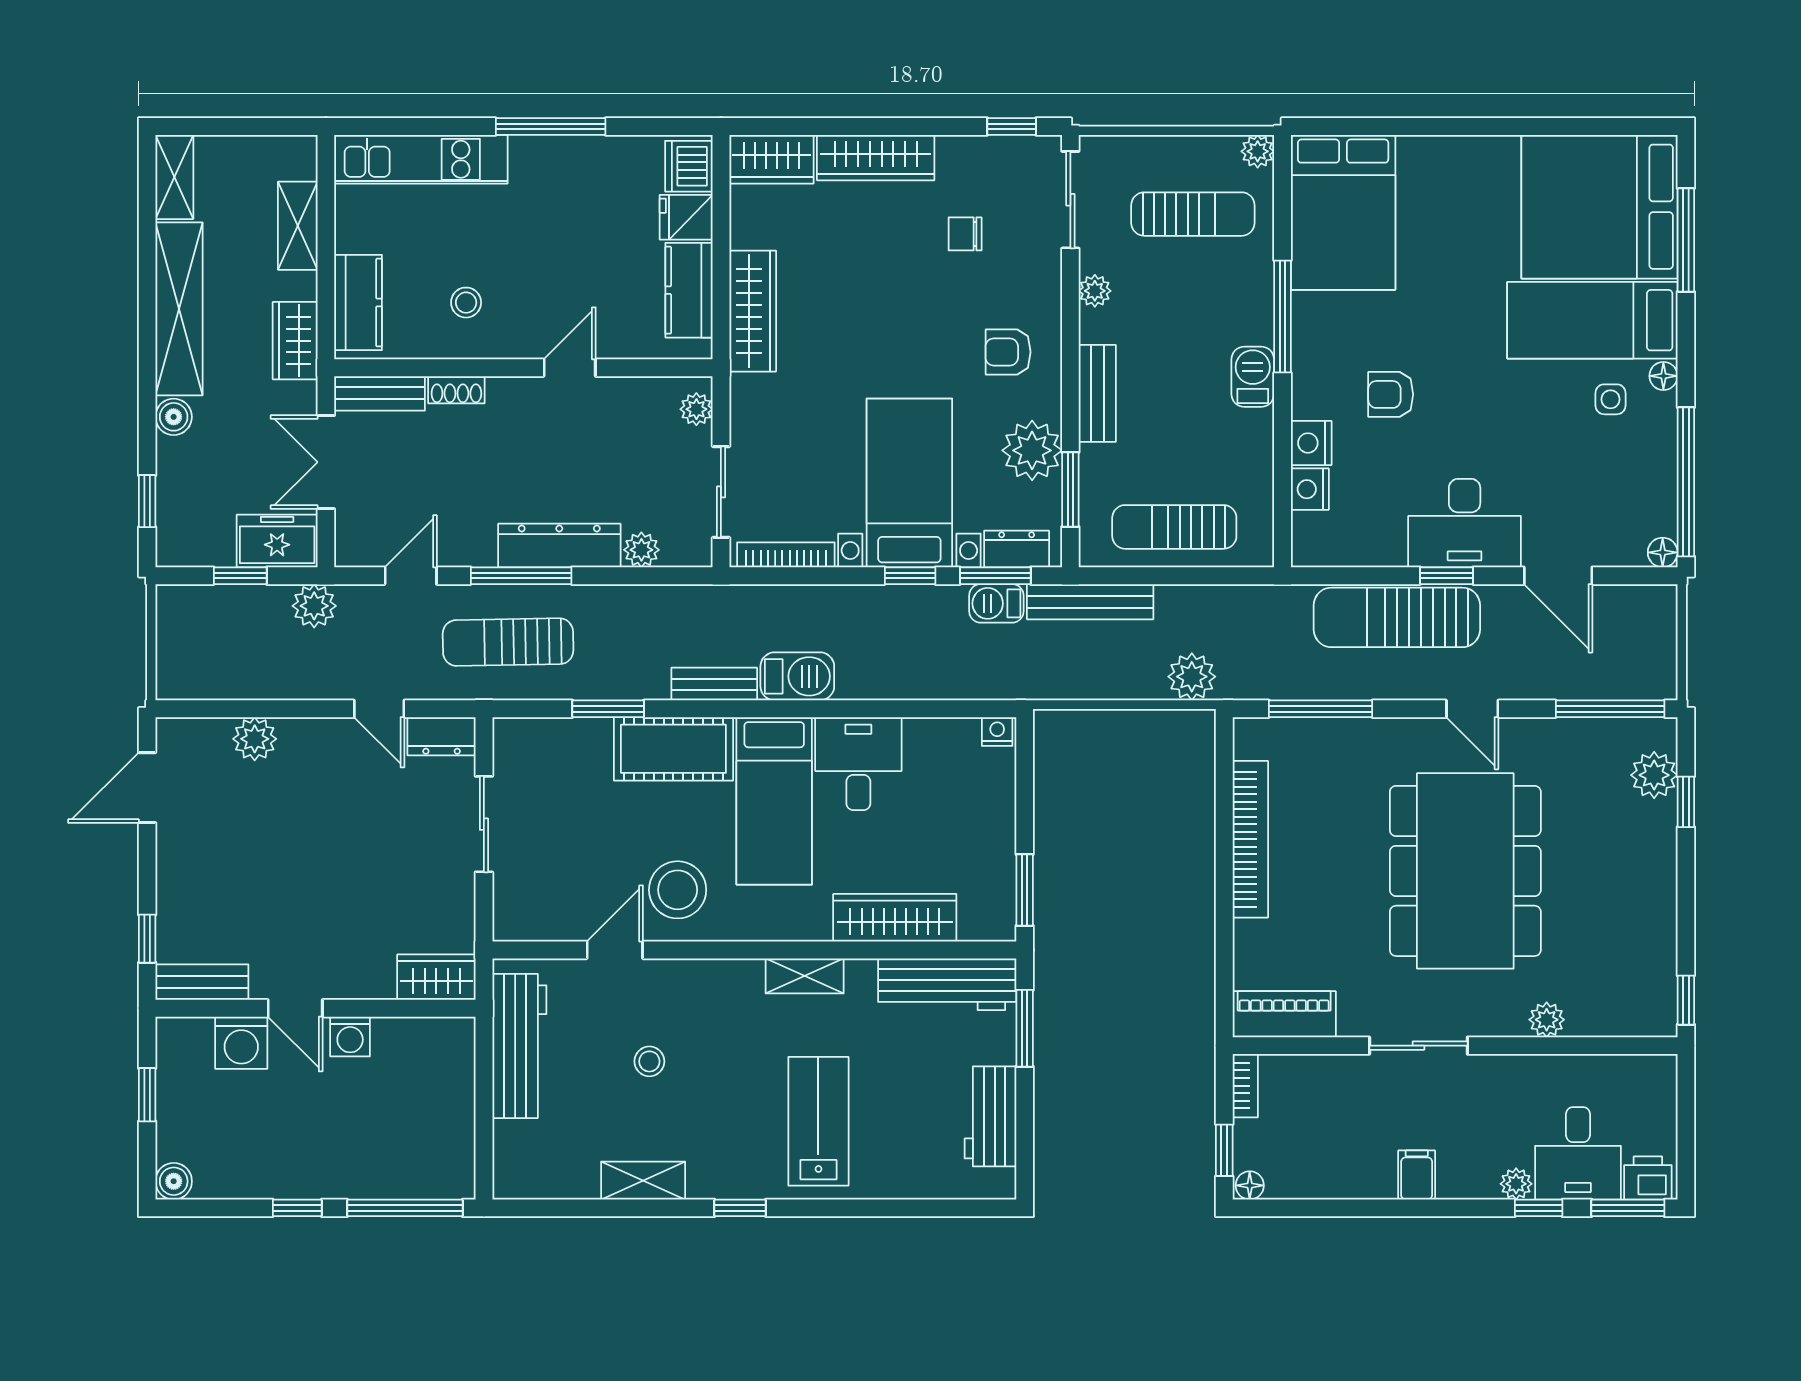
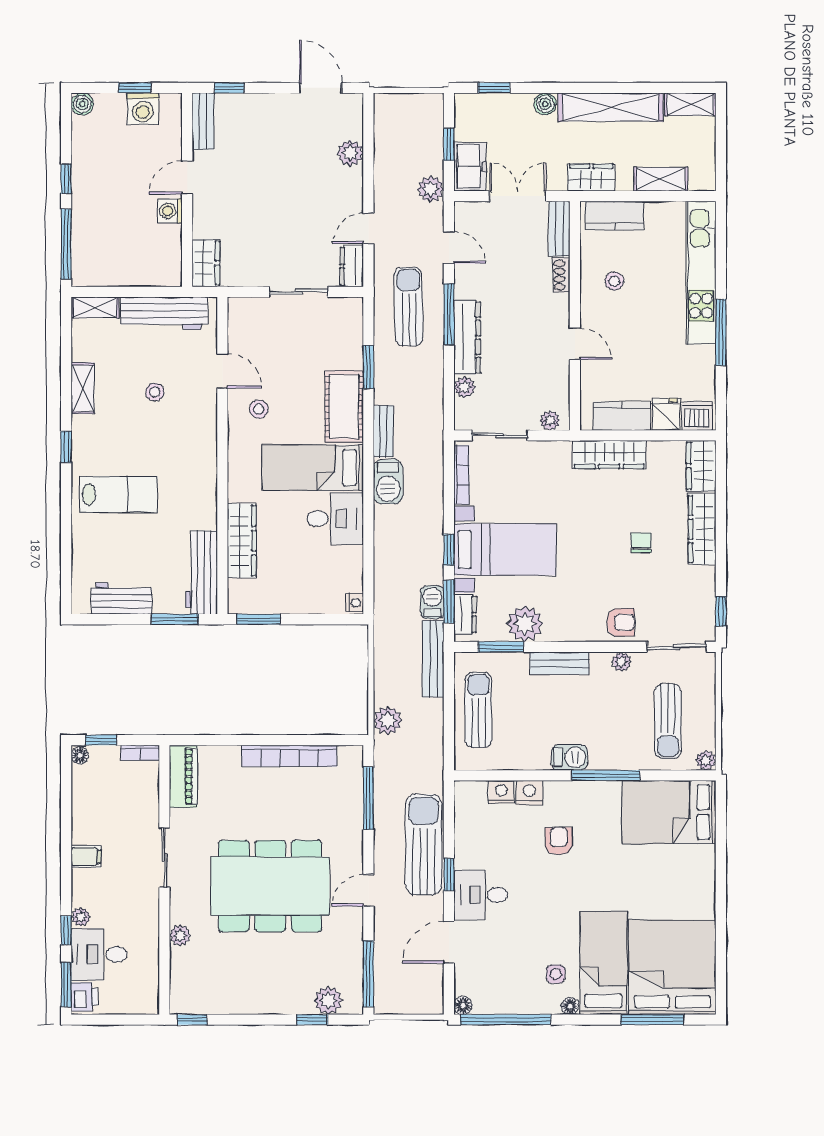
kitchen unit: (421, 159) -> (701, 273), width x1.36
chair: (965, 234) -> (641, 543), moved
armchair: (1008, 352) -> (621, 622), moved, turned 90
desk: (1465, 523) -> (481, 895), width x0.73
stool: (678, 890) -> (259, 409), width x0.53, depth x0.53
shelving: (805, 976) -> (95, 308), moved, turned 90
washing machine: (241, 1043) -> (143, 109), moved, turned -90

